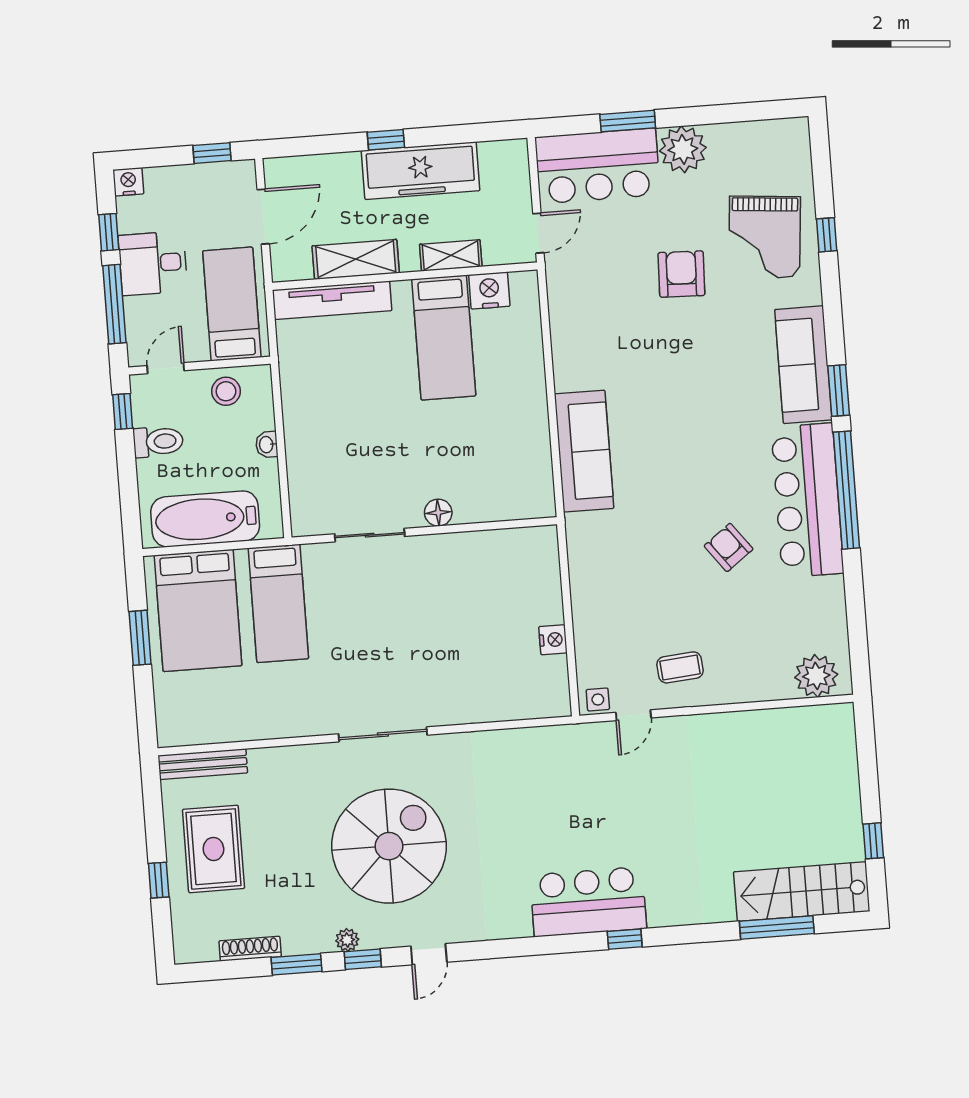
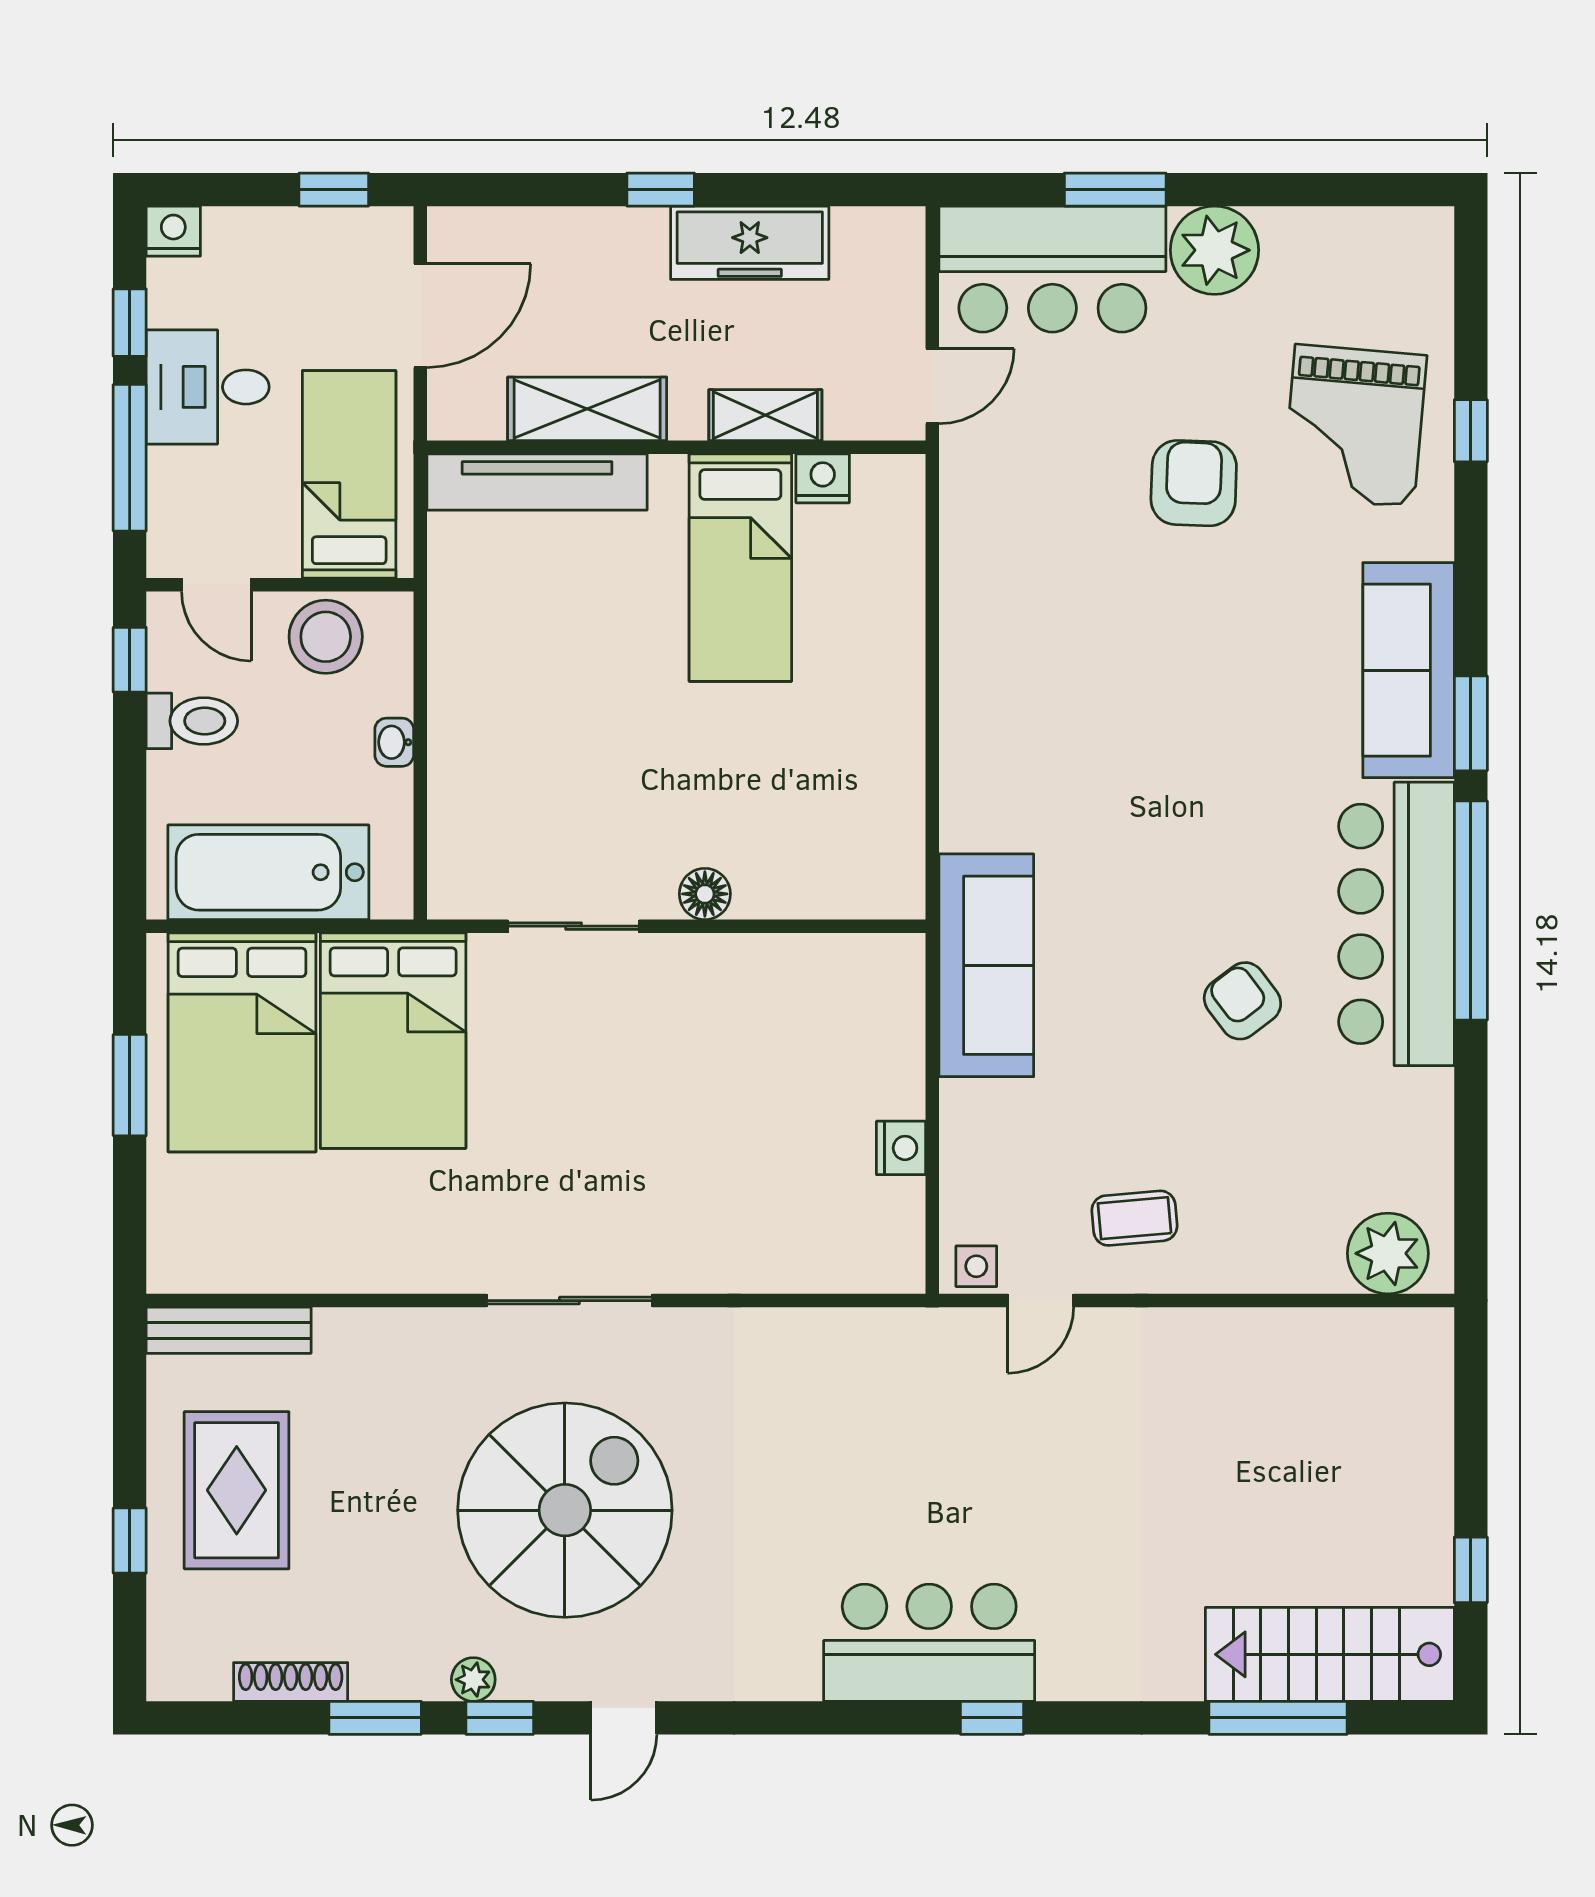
freezer: (421, 171) -> (750, 243), width x0.73, depth x0.79
nightstand: (489, 291) -> (823, 478), width x0.74, depth x0.75
door: (166, 368) -> (216, 585), swing flipped
stool: (226, 391) -> (326, 637), width x1.38, depth x1.38
sofa: (584, 451) -> (986, 965), moved
bed: (278, 603) -> (393, 1041), width x1.50

